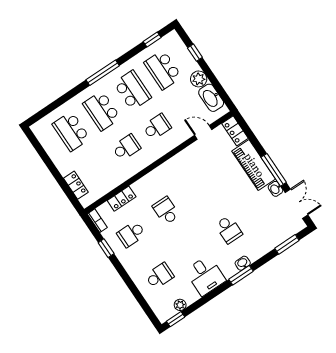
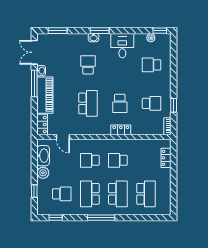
school desk: (163, 70) -> (62, 194), width x0.54
school desk: (200, 187) -> (88, 103), added
locker: (122, 199) -> (121, 130), moved

